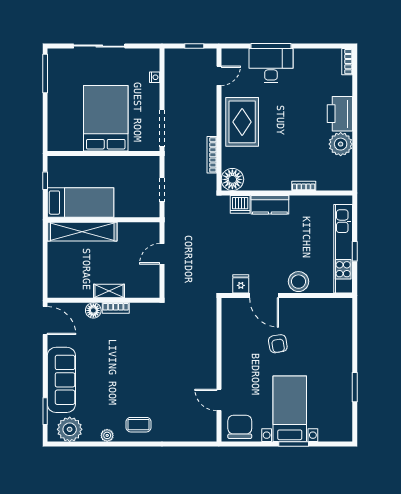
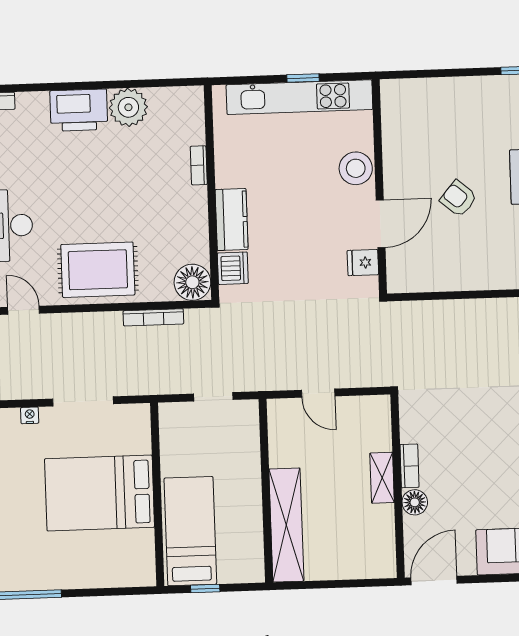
doorway: (162, 128) -> (83, 401), moved
bed: (81, 203) -> (190, 531), moved
armchair: (278, 344) -> (459, 199), turned -131

